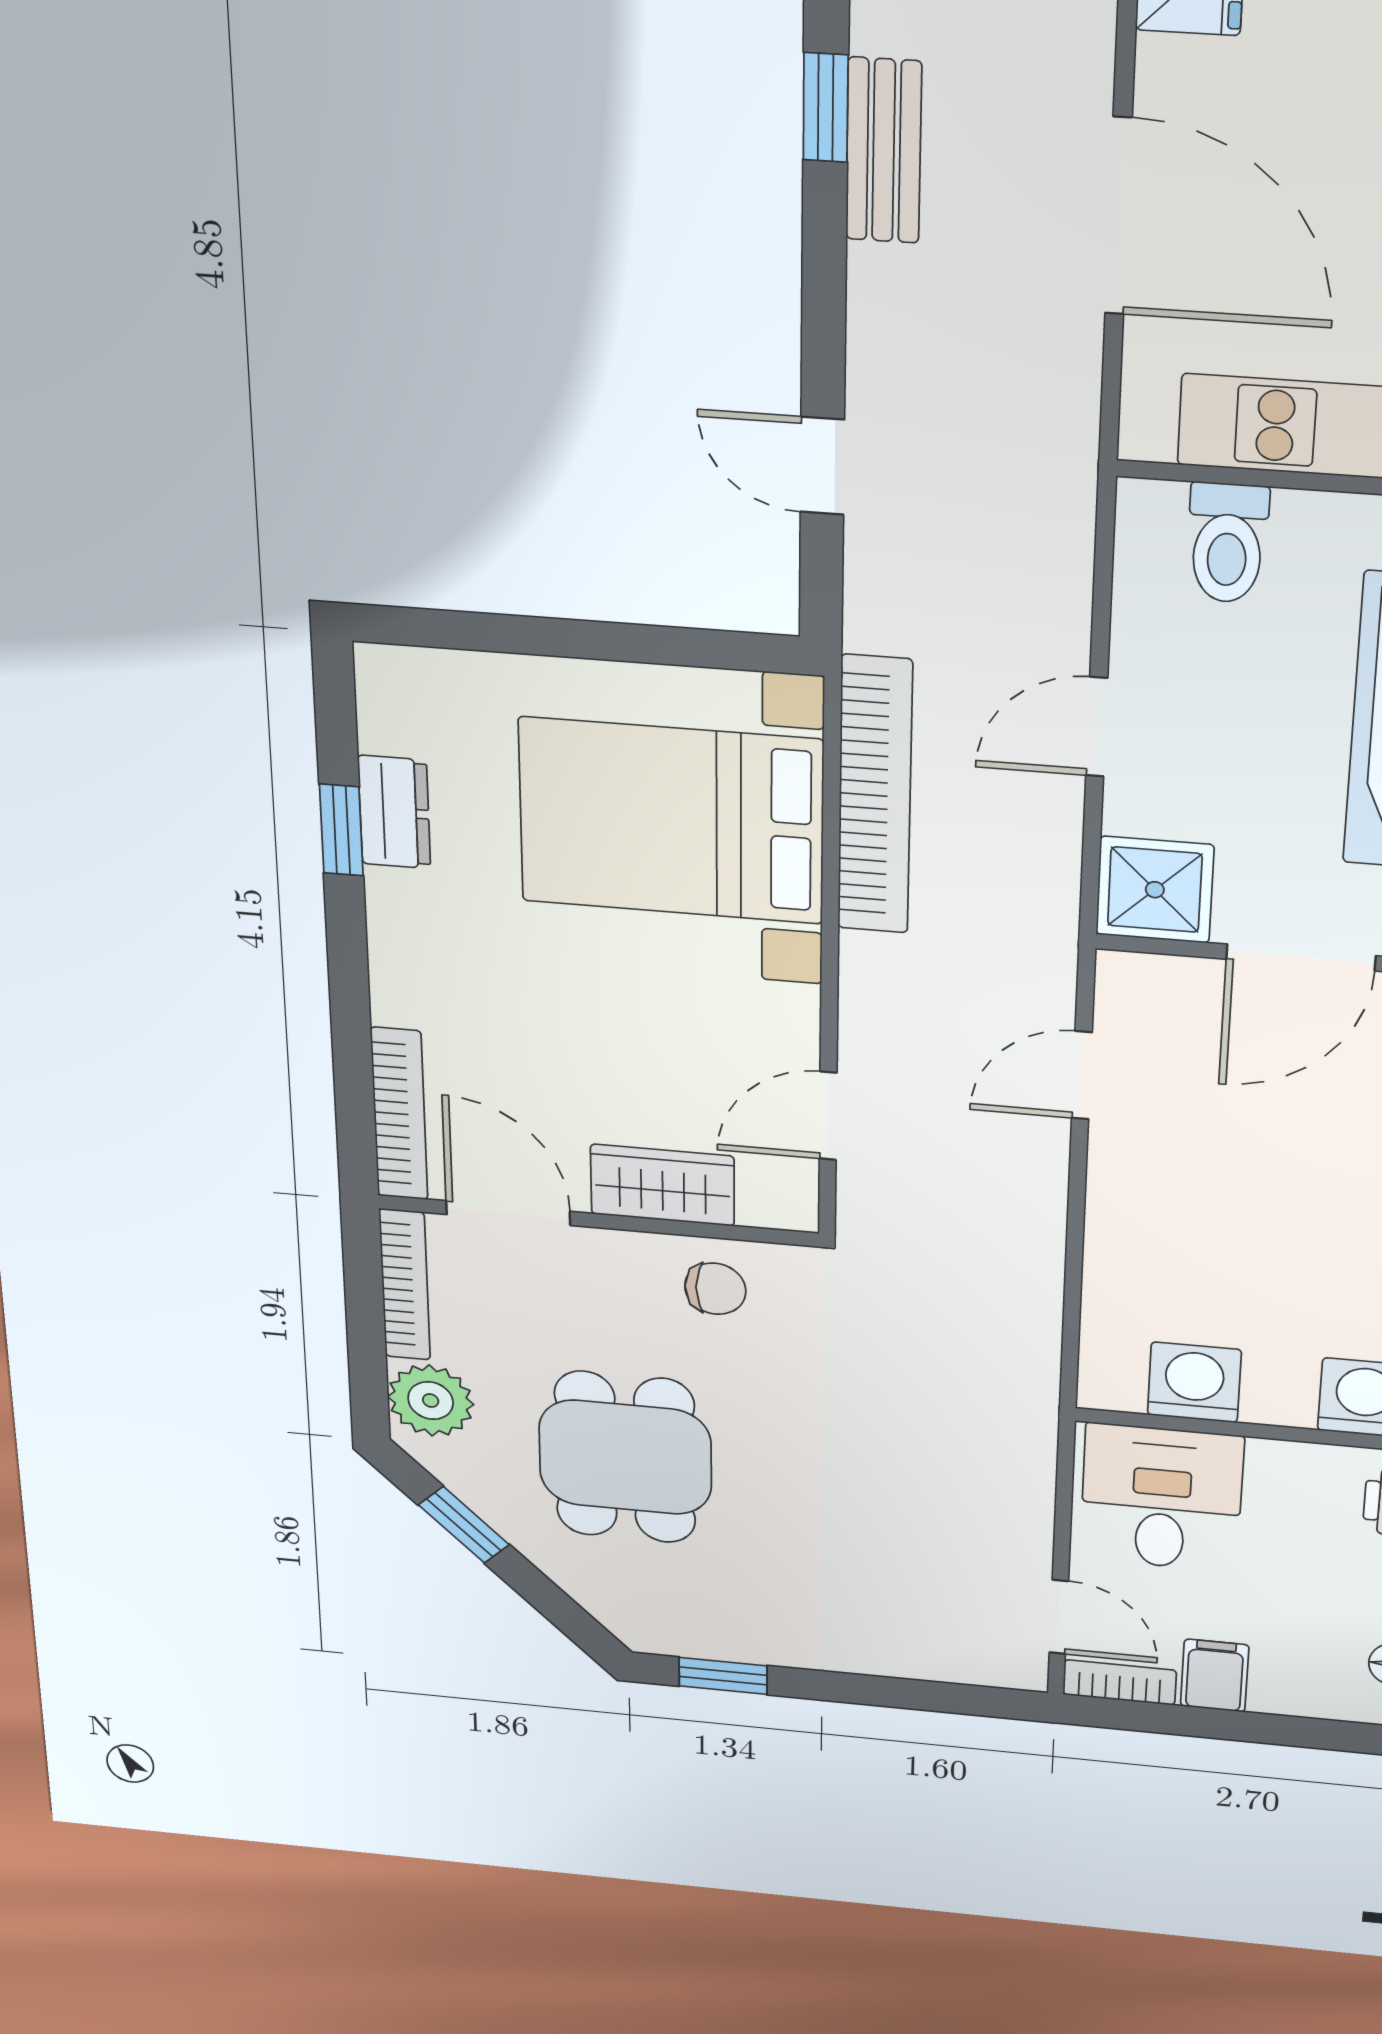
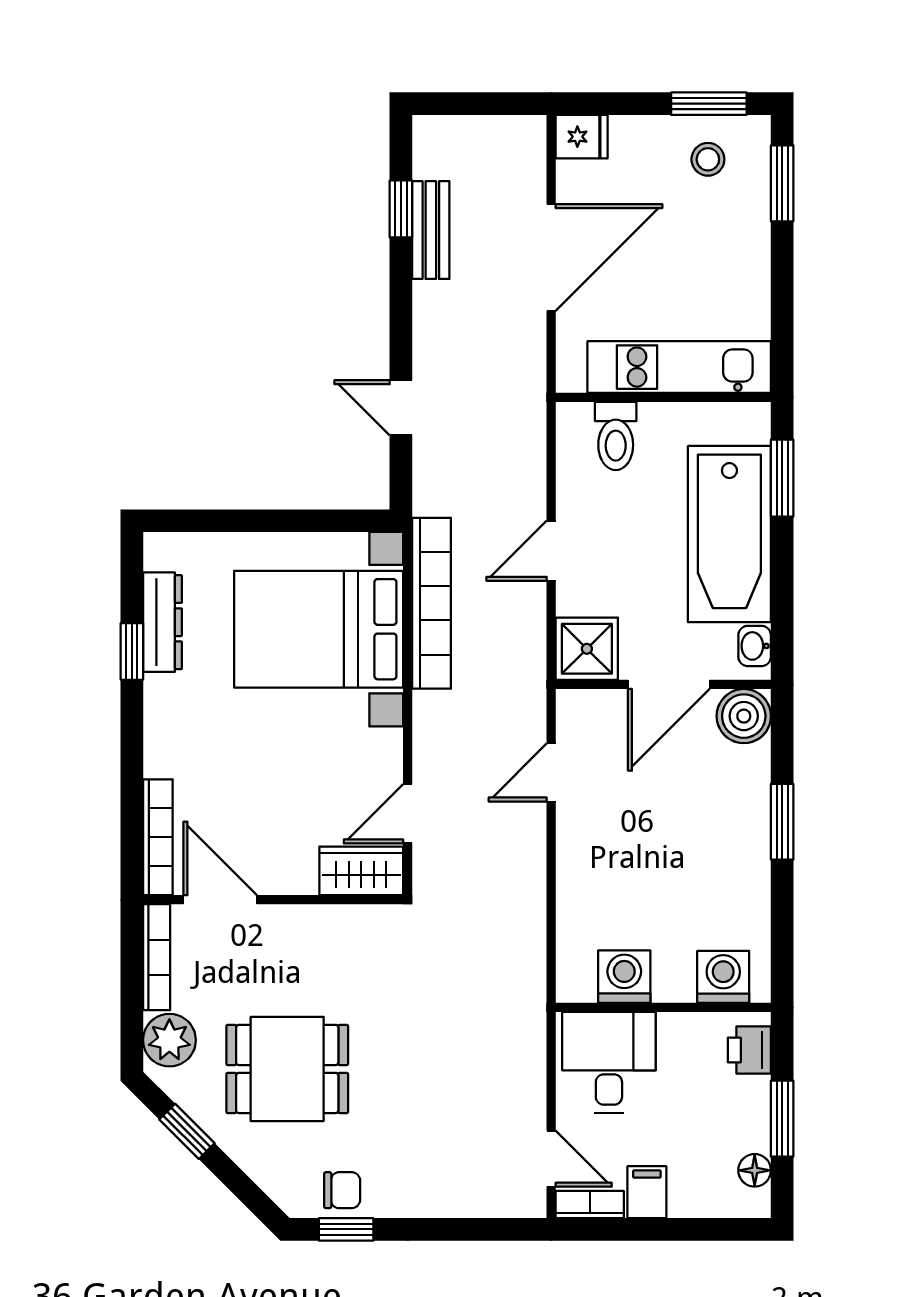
door: (1118, 216) -> (551, 257), hinge flipped
dresser: (394, 812) -> (162, 622), width x1.44
wardrobe: (662, 1185) -> (361, 871), moved
chair: (715, 1289) -> (342, 1190), moved
dining table: (625, 1457) -> (287, 1069), turned 90

